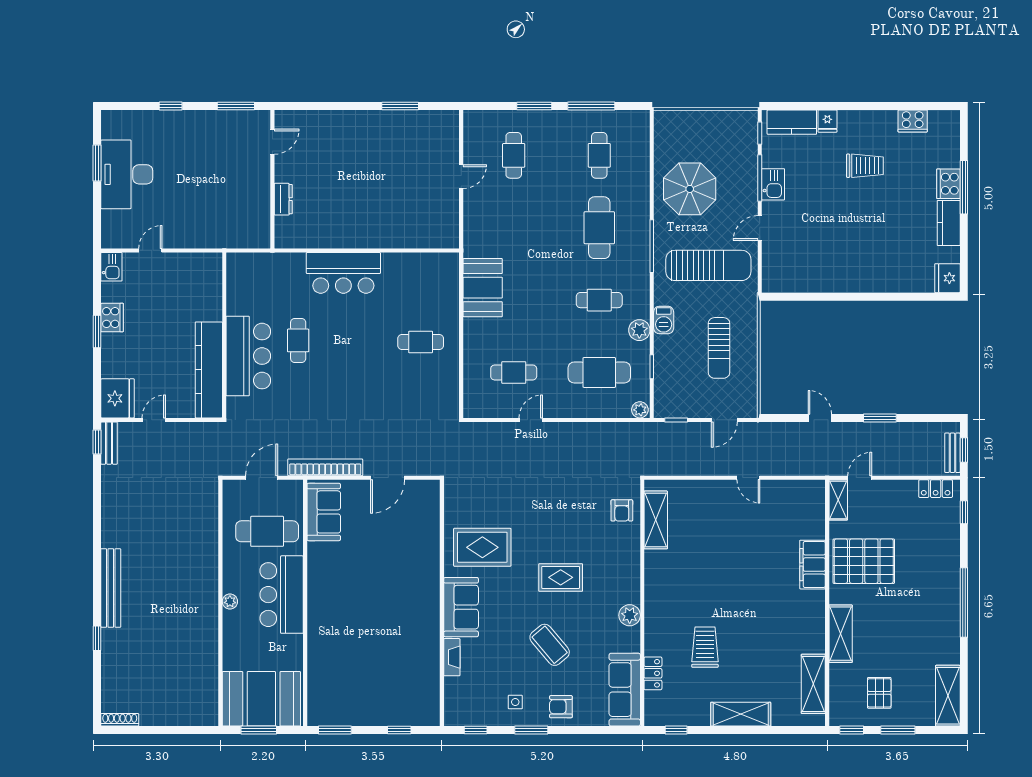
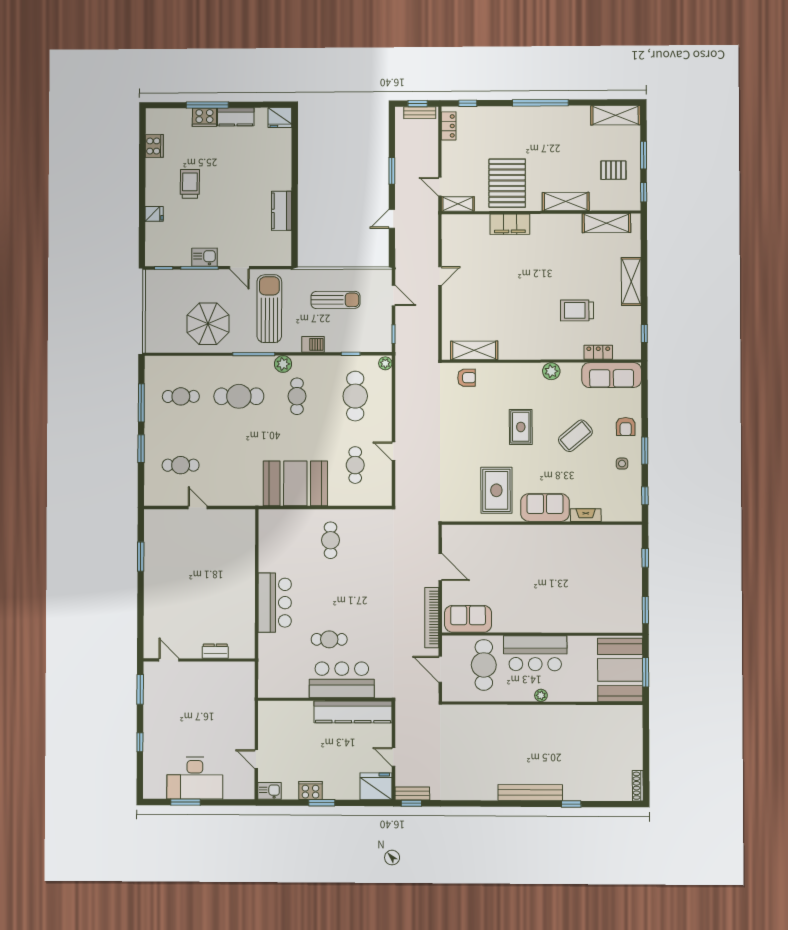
kitchen counter: (792, 122) -> (282, 211), moved, turned 180
booth: (483, 288) -> (295, 483), width x1.36, depth x1.42
plant: (639, 330) -> (283, 364), moved

